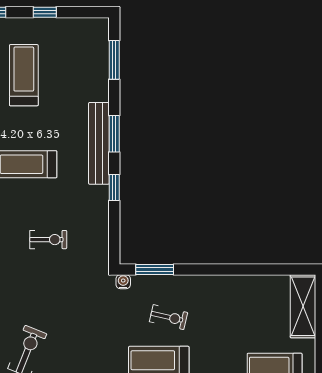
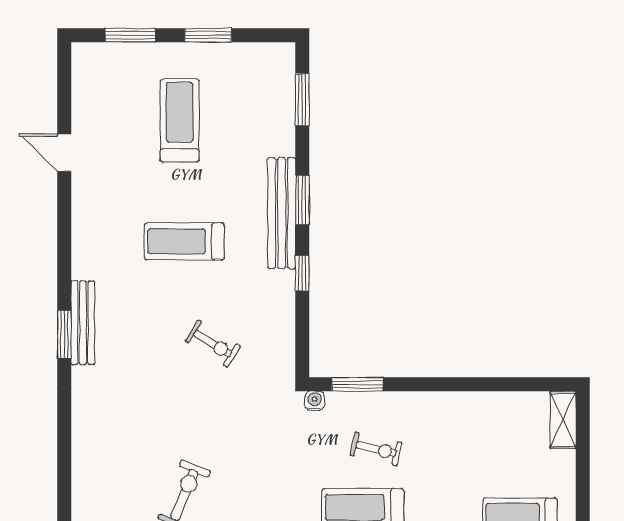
window: (45, 12) -> (208, 35), width x1.50
exercise bike: (48, 240) -> (213, 344), turned 32
shelving: (303, 306) -> (563, 420), width x0.67, depth x0.75

